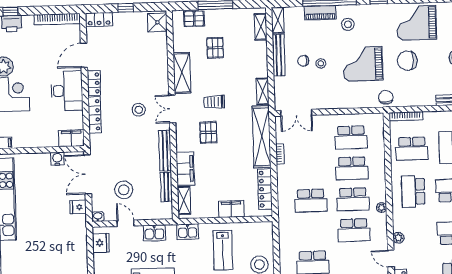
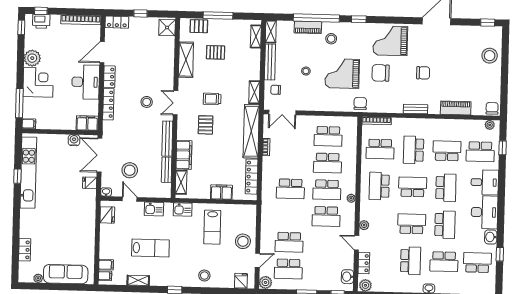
pallet: (215, 48) -> (216, 52), turned 90
chair: (303, 61) -> (276, 90), moved
shelving: (182, 73) -> (186, 60), moved

